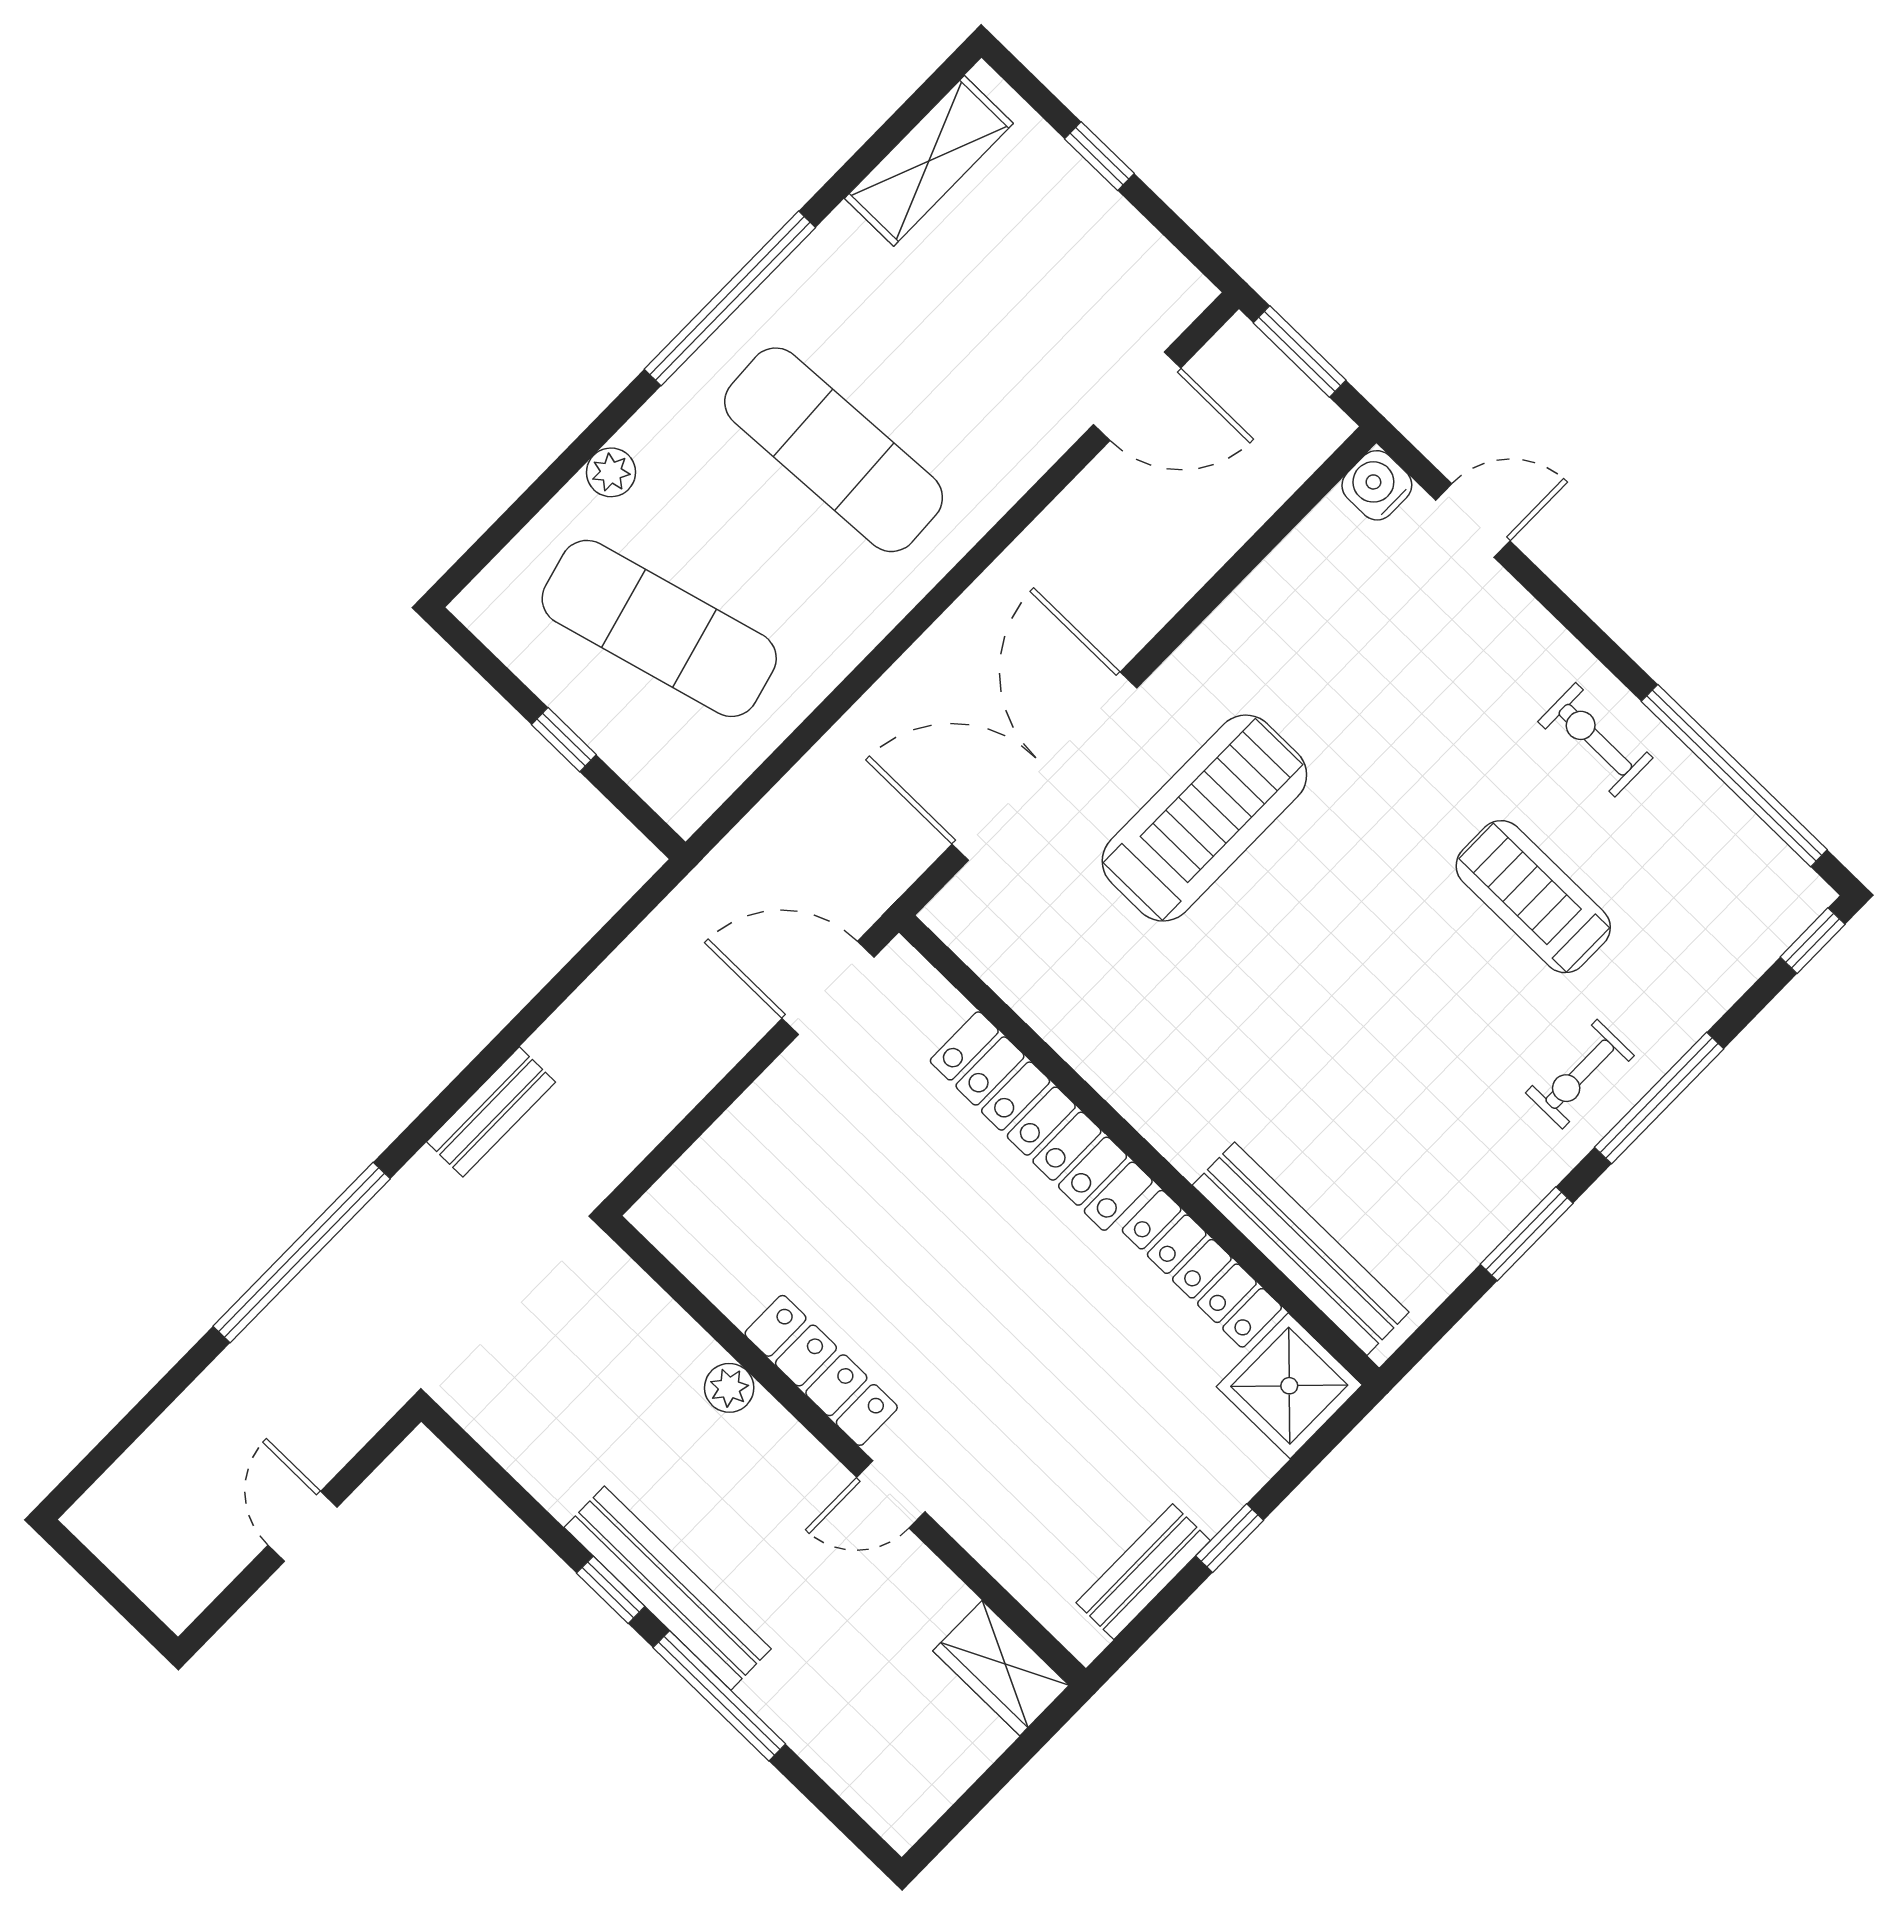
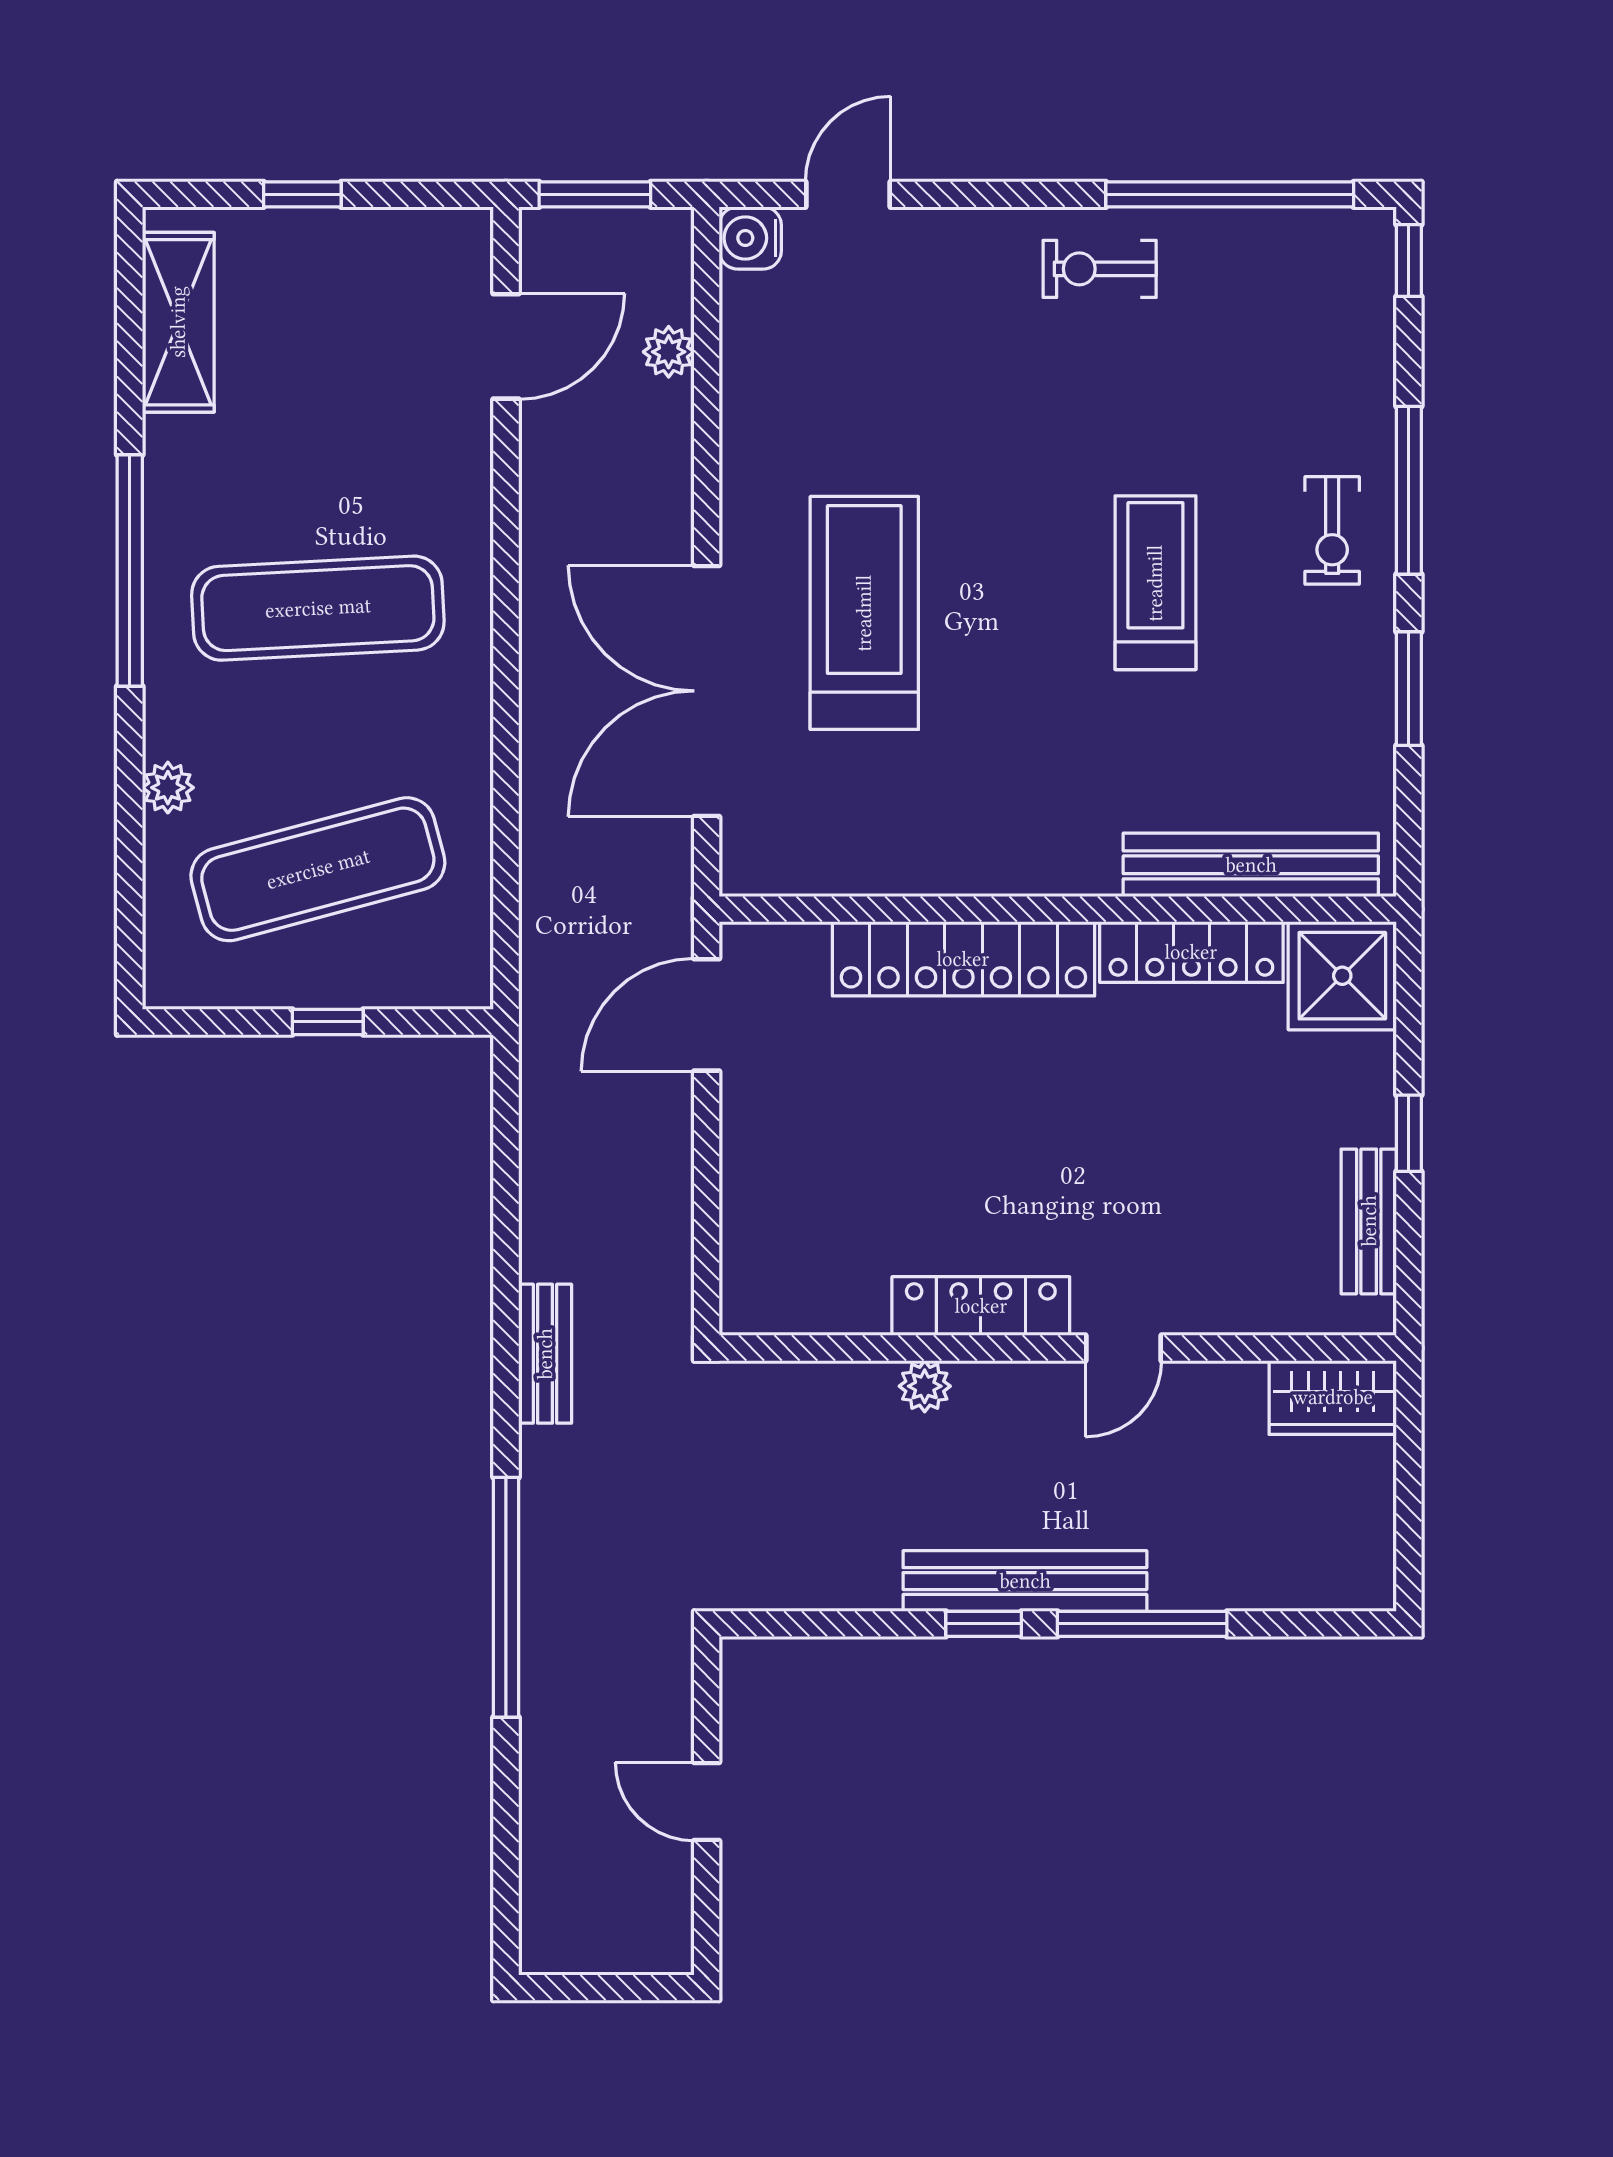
plant: (1245, 509) -> (669, 352), added
treadmill: (1533, 897) -> (1155, 583), moved, turned 90

